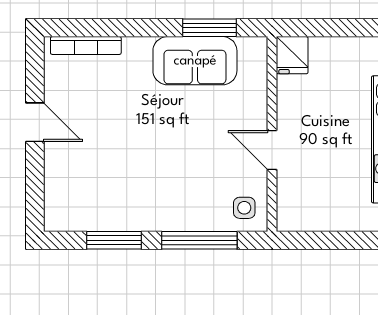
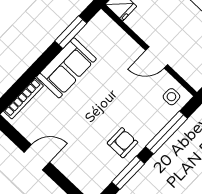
sofa: (195, 61) -> (66, 68), moved
armchair: (141, 202) -> (122, 143), added

